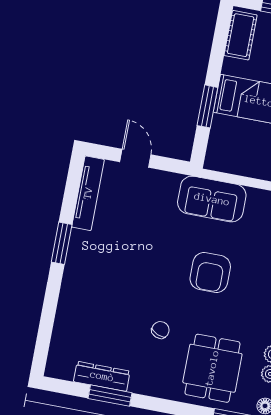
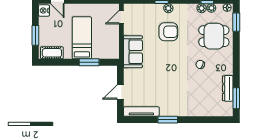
armchair: (210, 272) -> (168, 32), moved
window: (110, 396) -> (236, 98), moved

